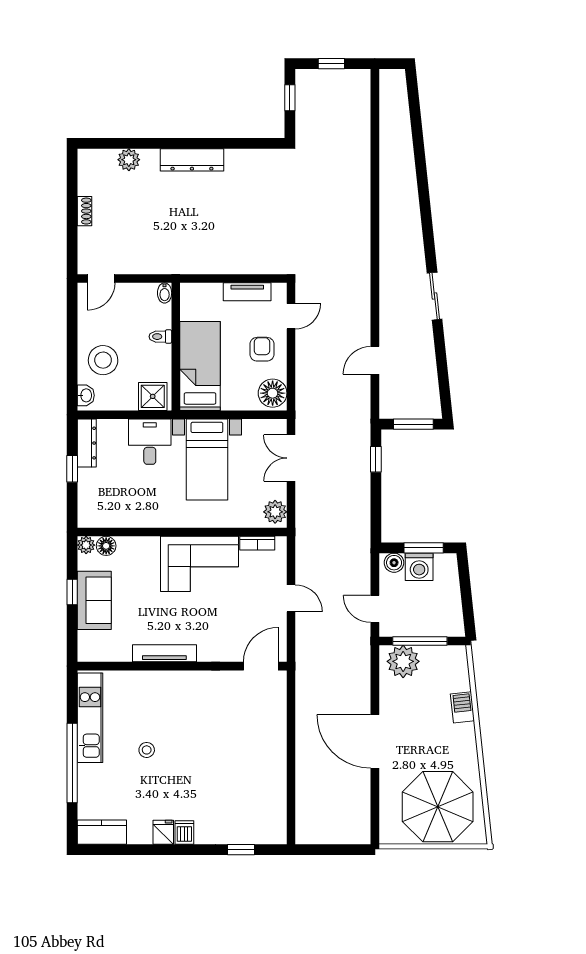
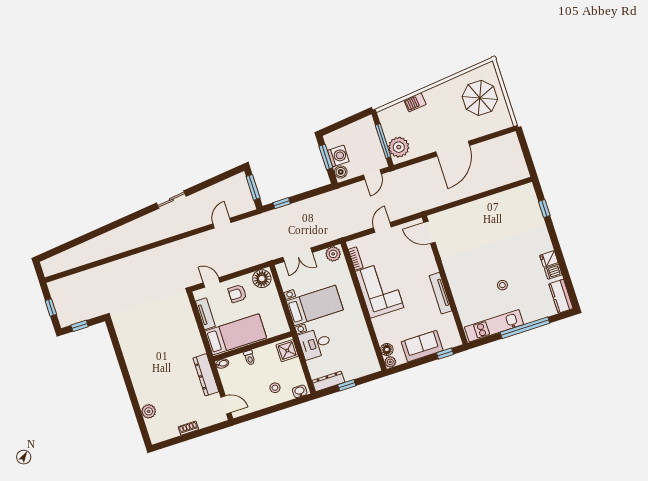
dresser: (192, 160) -> (206, 375), moved, turned 180
stool: (103, 360) -> (275, 388), width x0.53, depth x0.53
door: (375, 360) -> (222, 223), swing flipped
bed: (200, 366) -> (236, 334), moved, turned 180
window: (72, 592) -> (445, 354), moved
parasol: (438, 807) -> (480, 98), width x0.73, depth x0.73
dishwasher: (184, 832) -> (553, 272), moved

